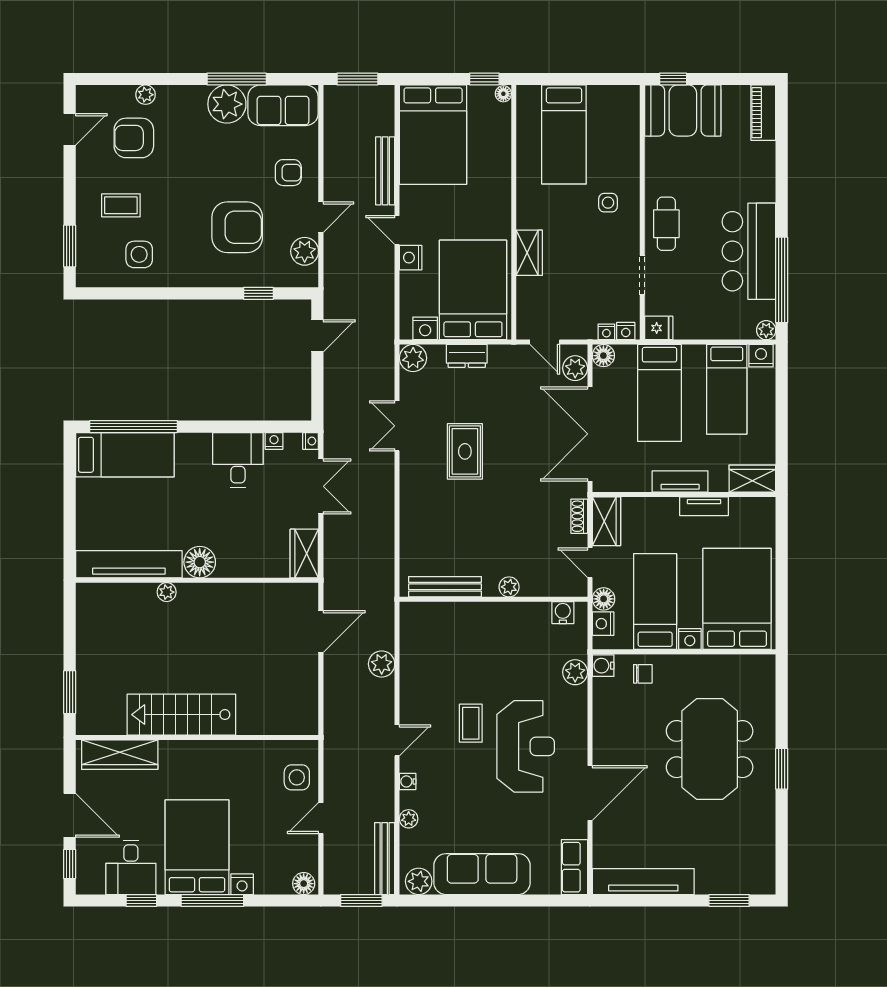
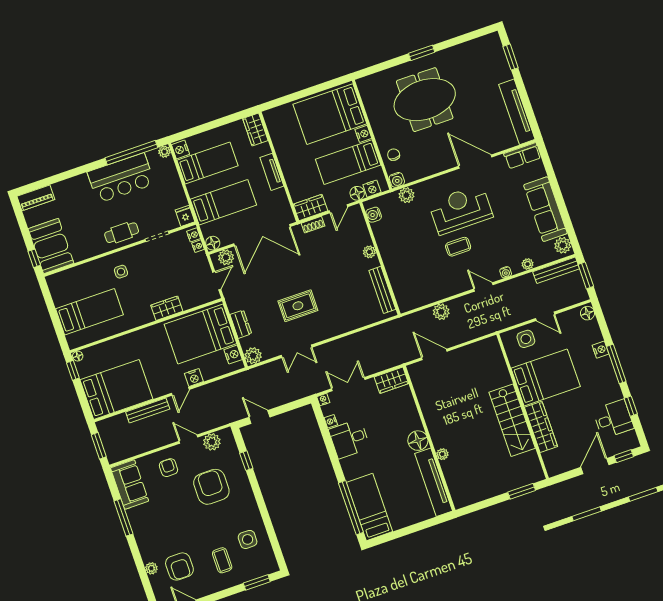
plant: (227, 104) -> (140, 518), removed
tv unit: (704, 506) -> (282, 153), removed
wardrobe: (120, 755) -> (541, 427), moved
bed: (197, 847) -> (546, 377), moved, turned 180

